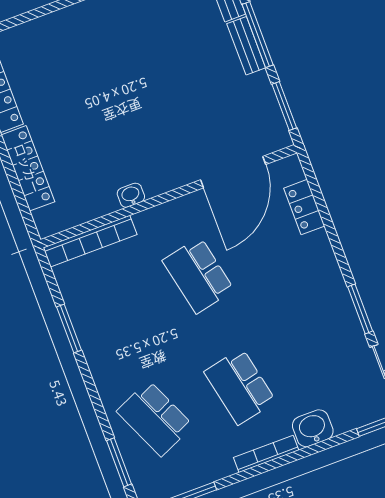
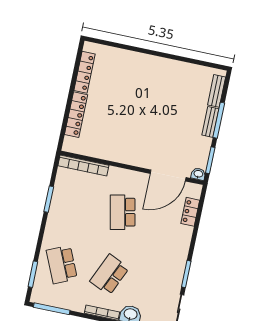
washbasin: (131, 195) -> (198, 174), moved
school desk: (240, 387) -> (109, 275), turned 36

